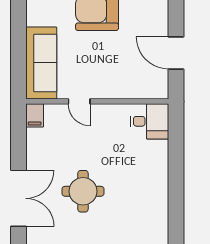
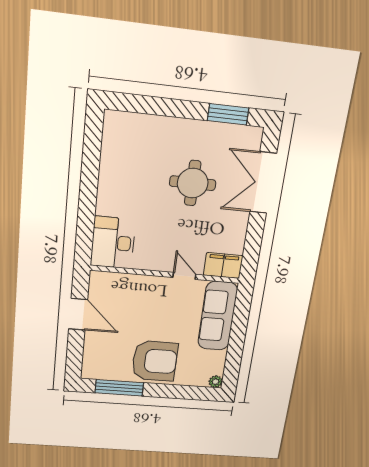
filing cabinet: (35, 115) -> (223, 265), width x2.00
desk: (150, 121) -> (113, 243), width x1.37

